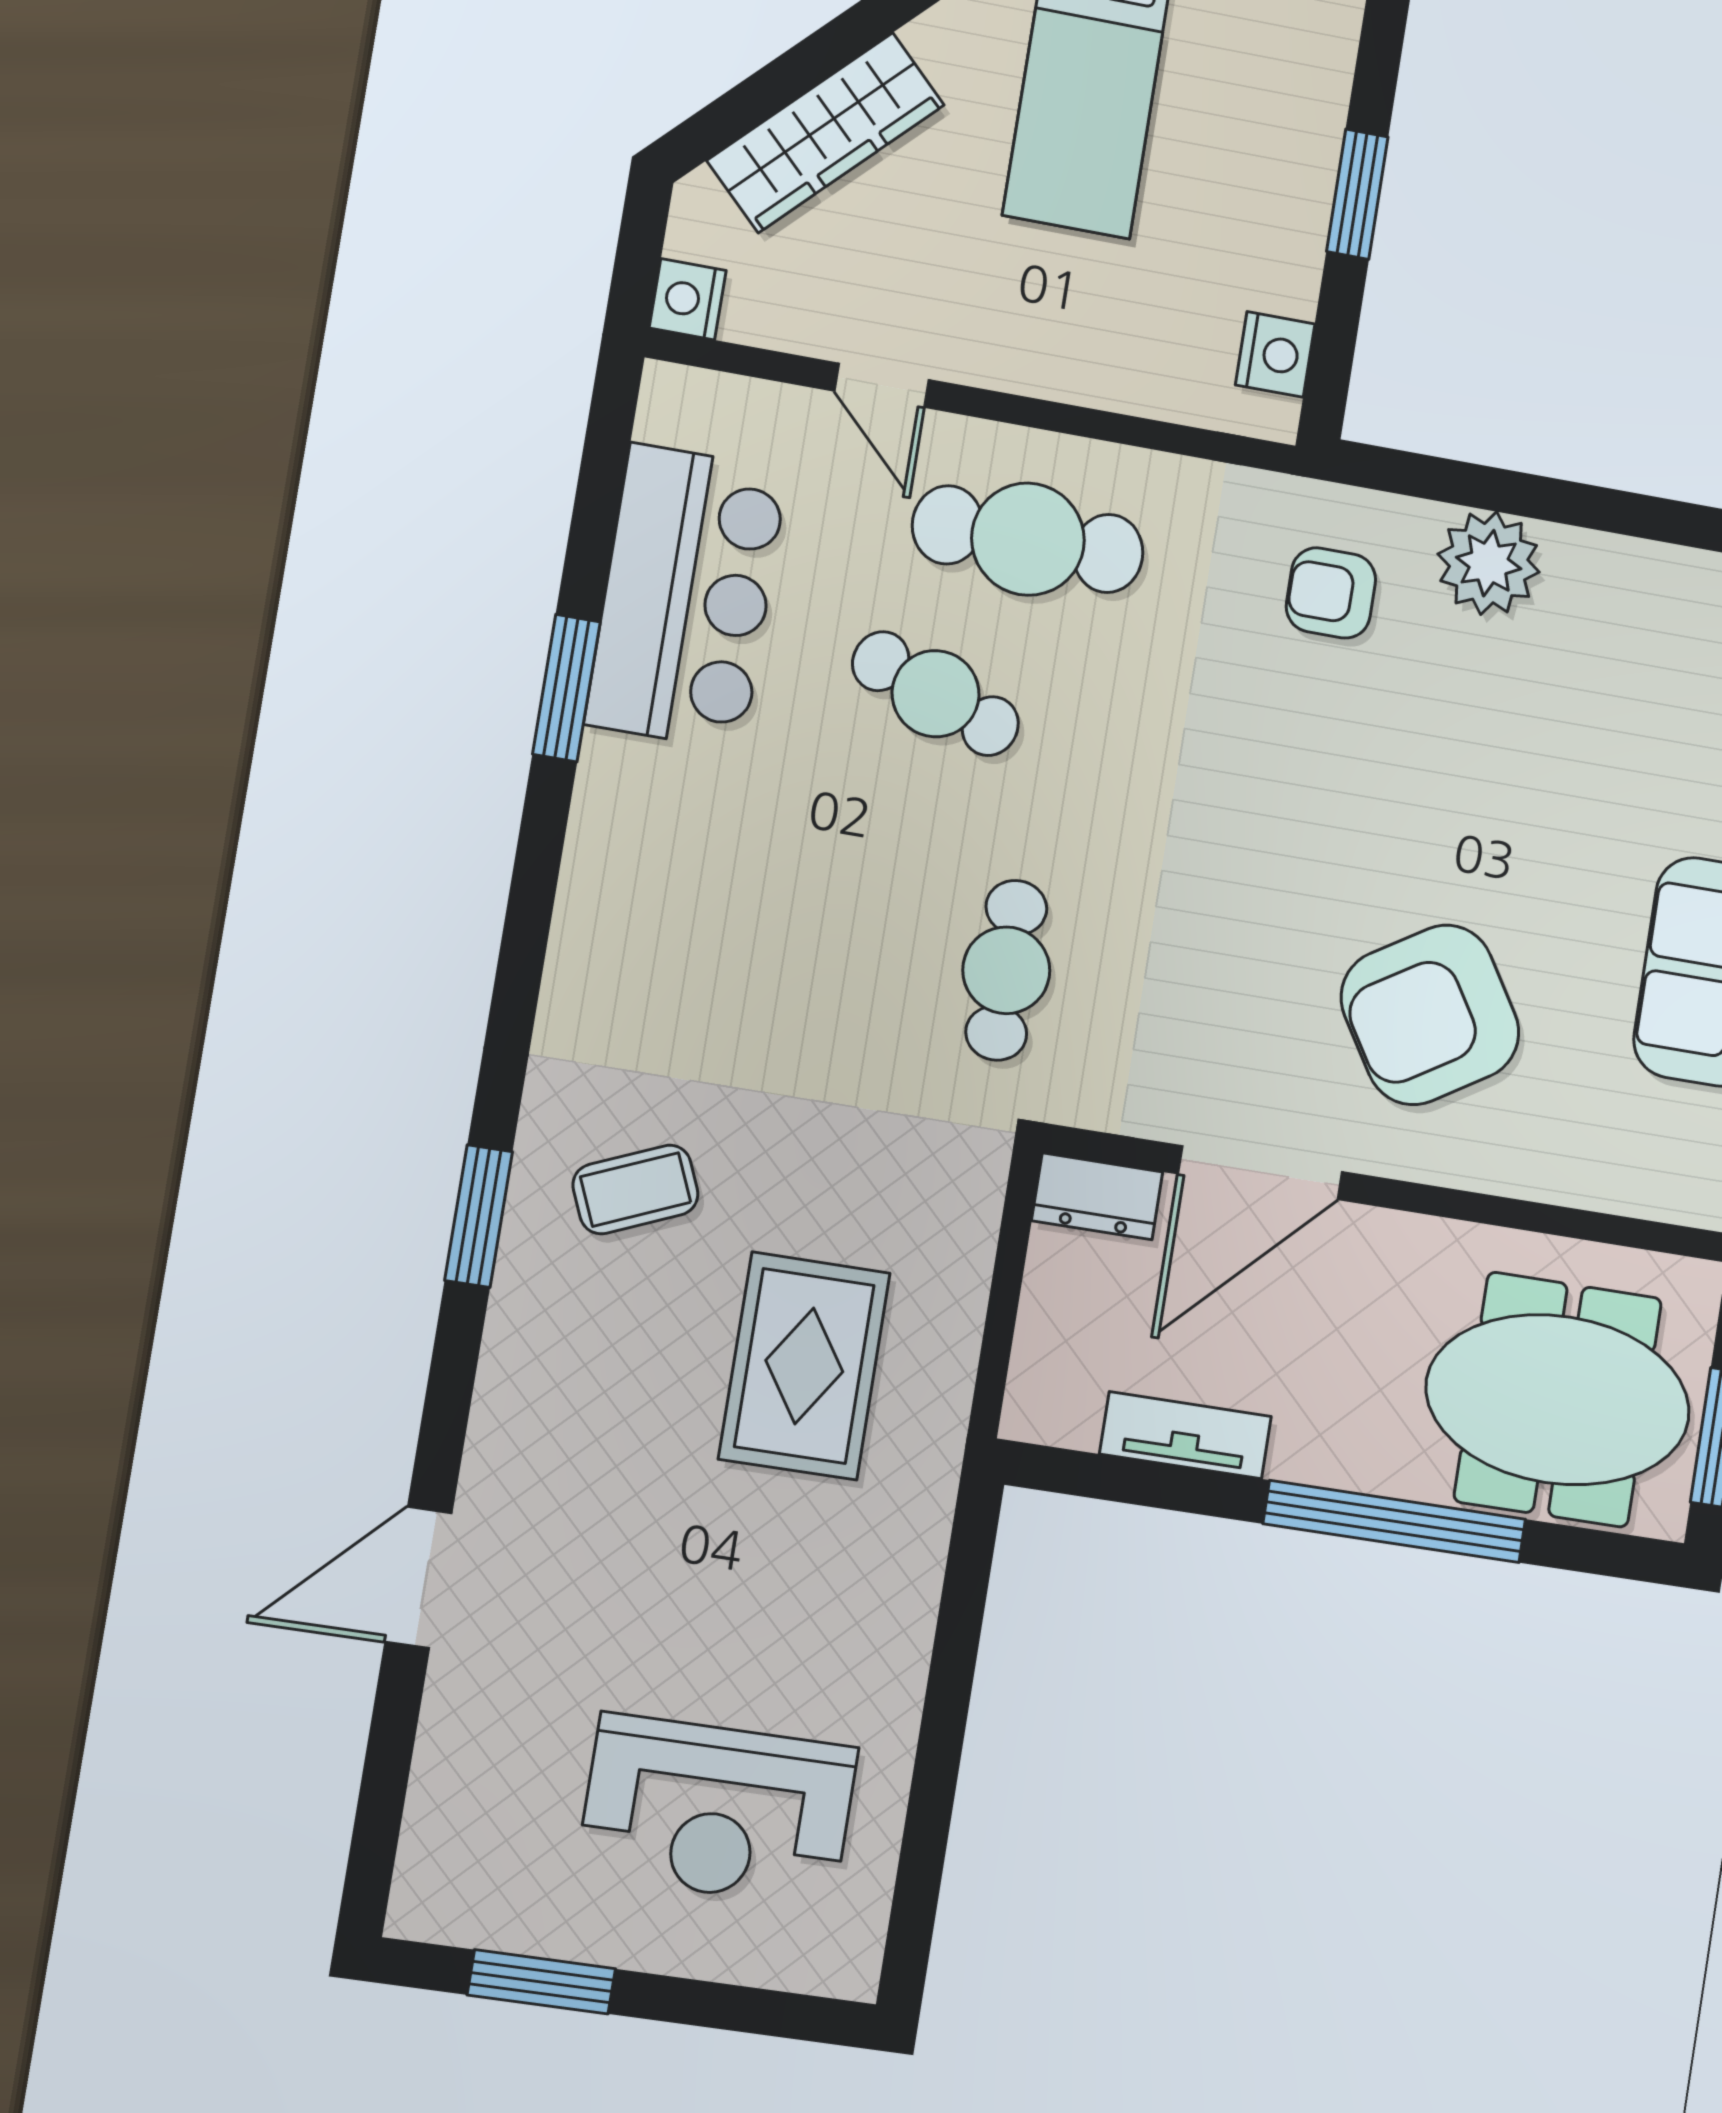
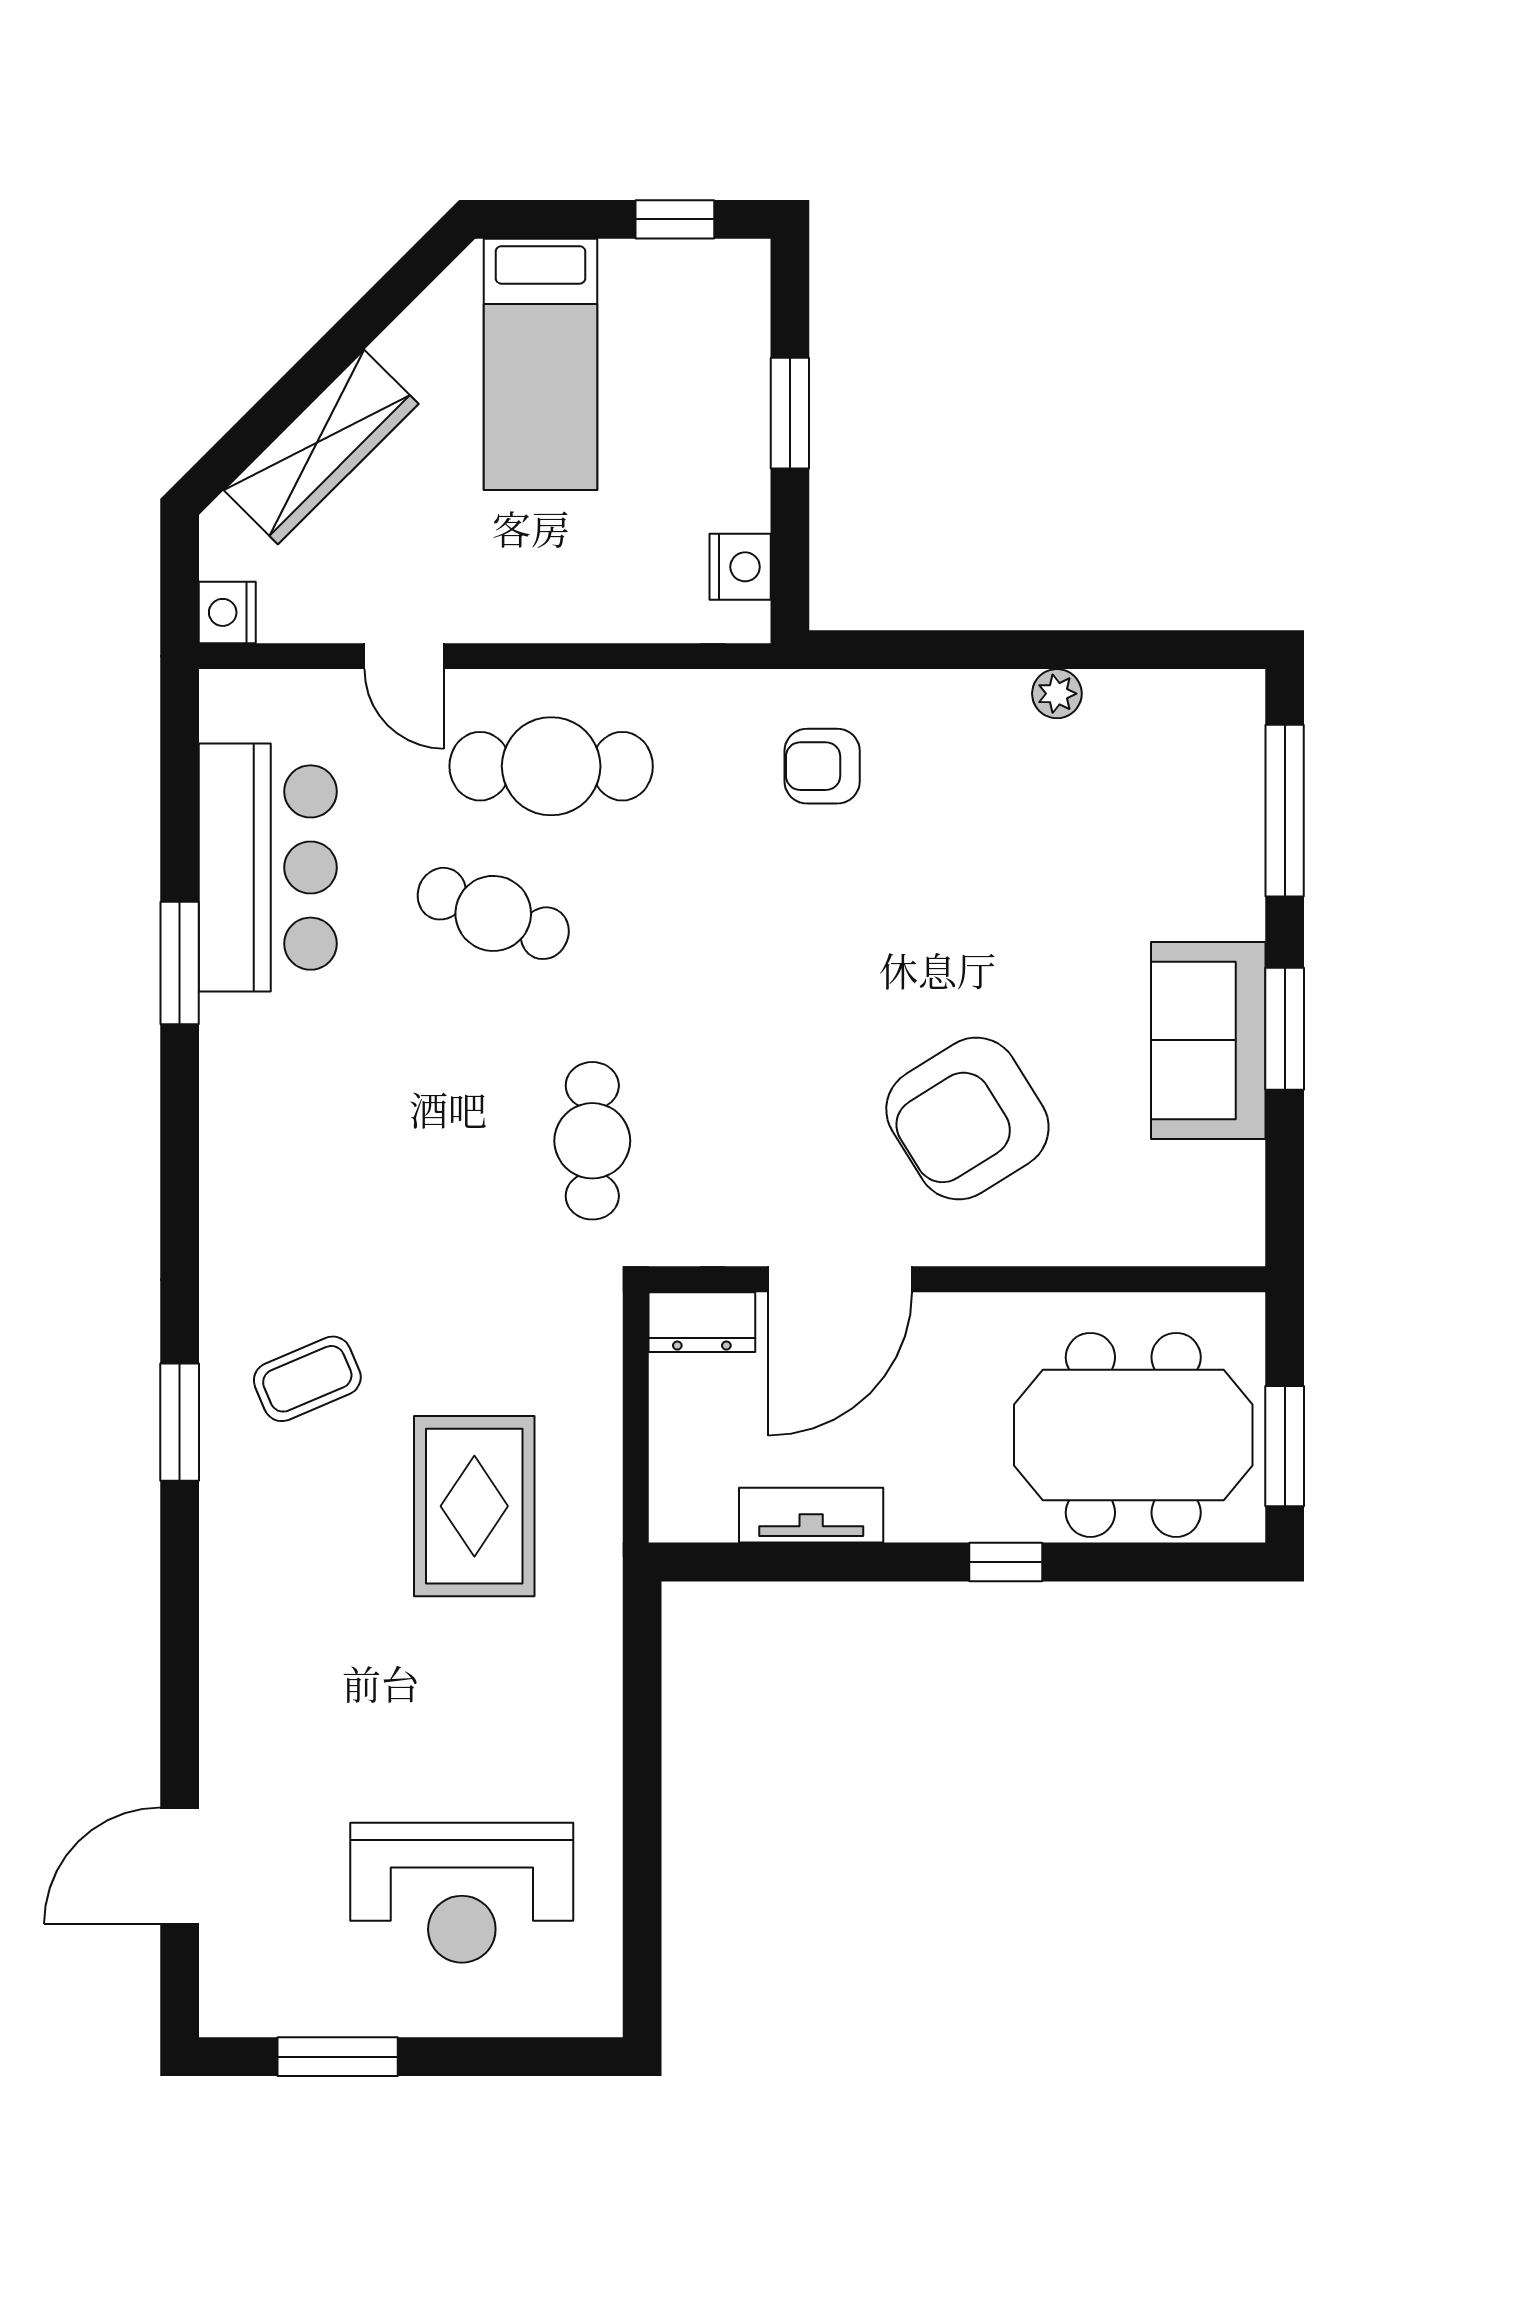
plant: (1489, 563) -> (1057, 694), moved, width x0.53, depth x0.53
window: (1395, 1521) -> (1006, 1562), width x0.32
door: (418, 1578) -> (180, 1866), moved

